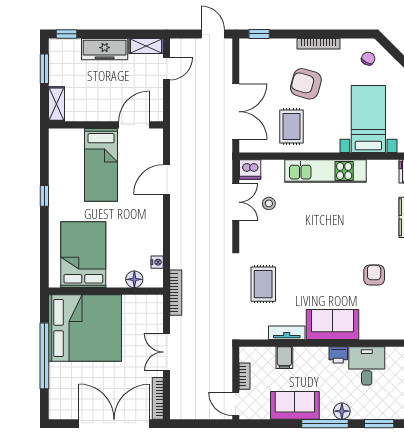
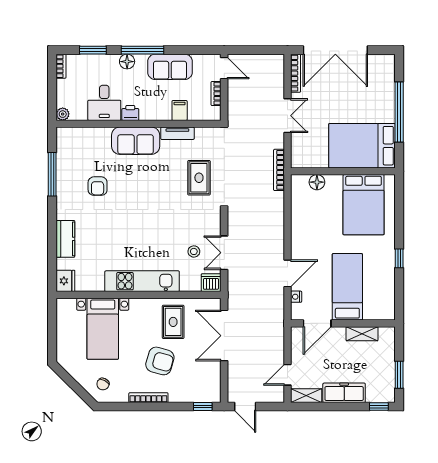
shelving: (57, 104) -> (362, 334), moved, turned 90
nightstand: (157, 262) -> (296, 297), moved
bed: (85, 328) -> (362, 146), width x0.73

